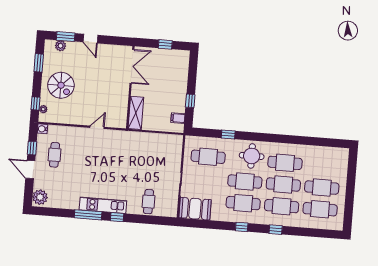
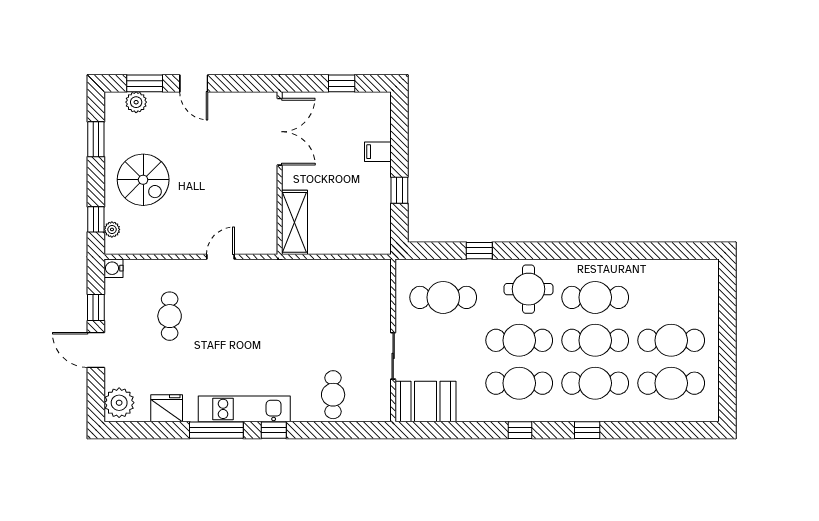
filing cabinet: (178, 118) -> (378, 152), moved
cafe table: (55, 155) -> (170, 316), moved
fridge: (64, 202) -> (167, 408), added

